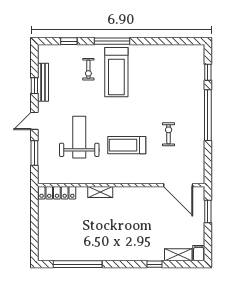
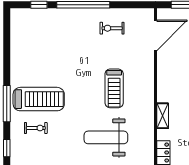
exercise bike: (169, 134) -> (112, 28), moved

